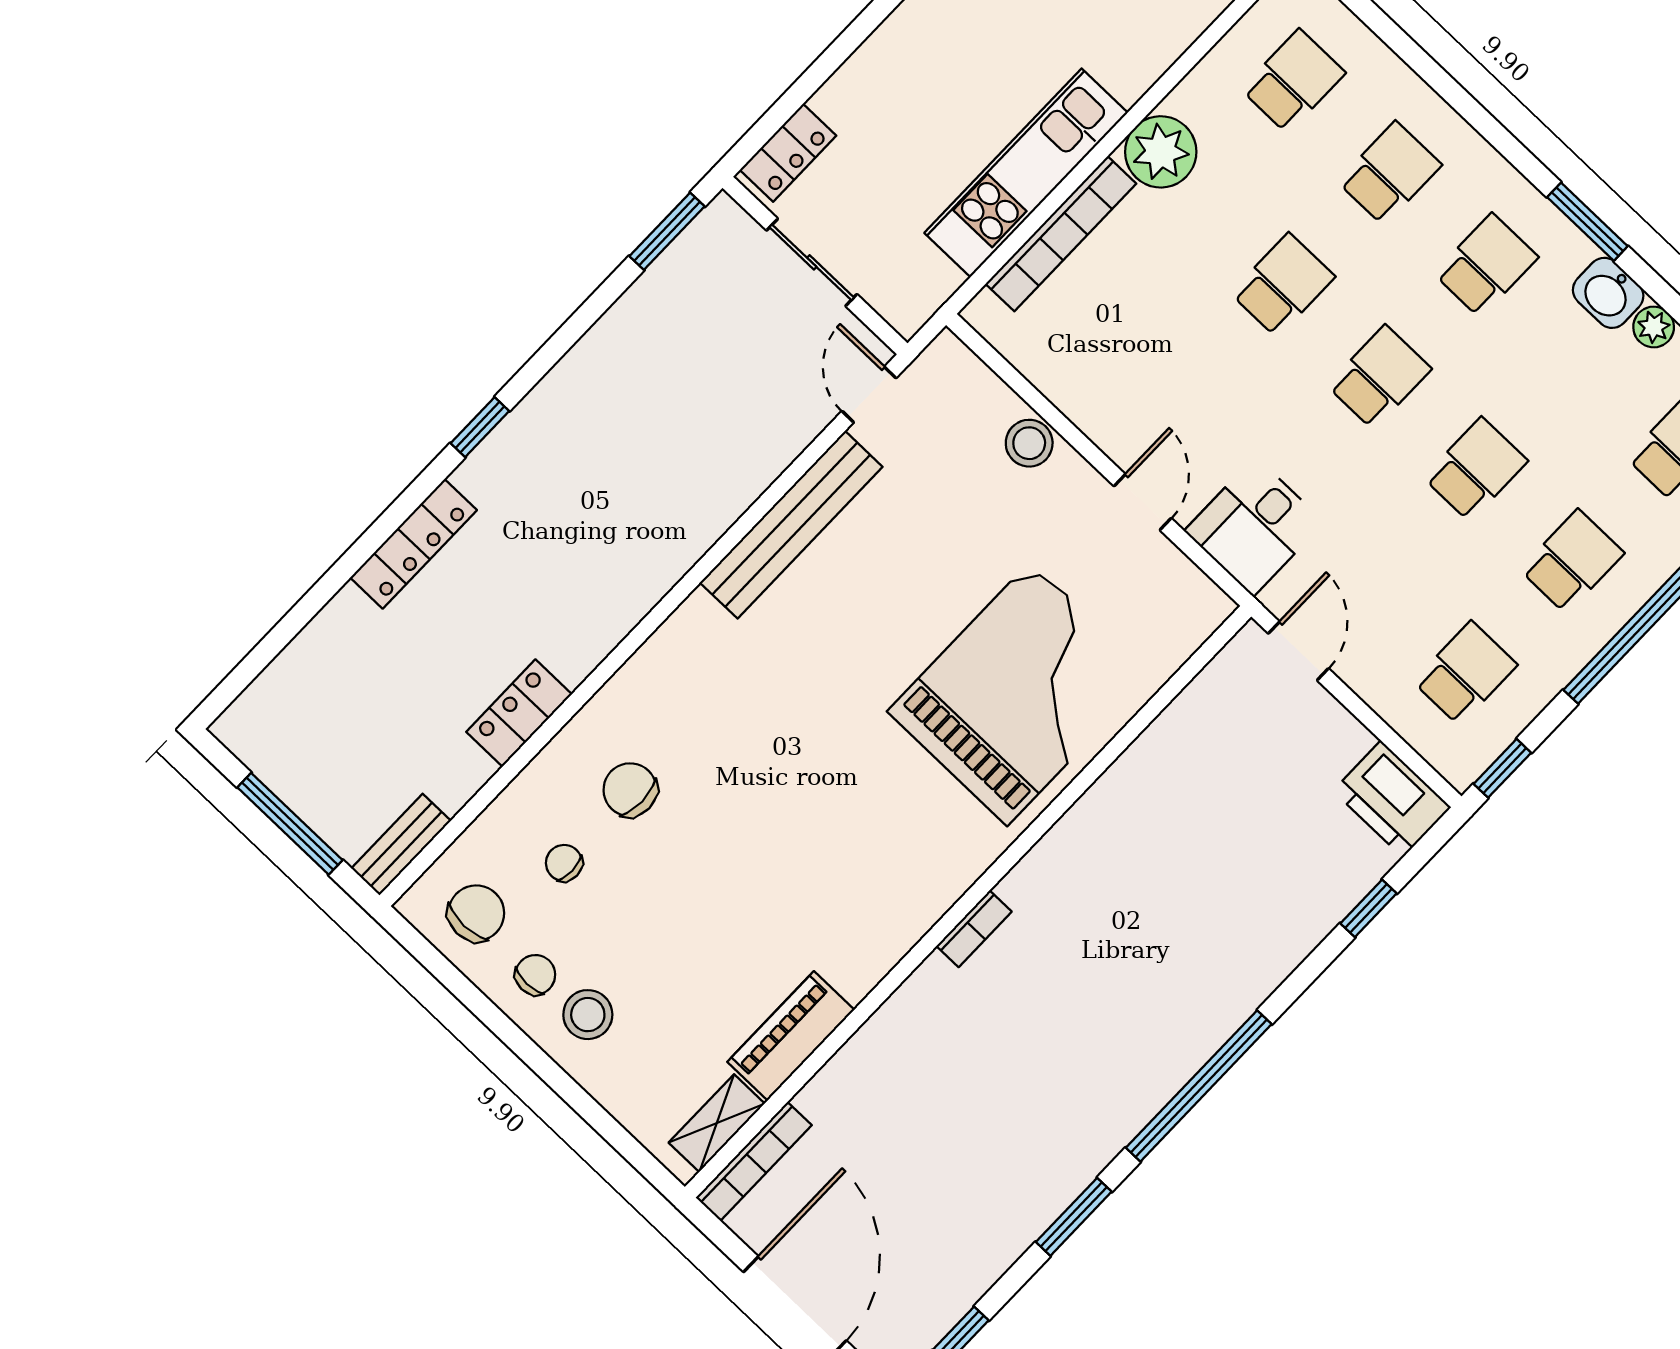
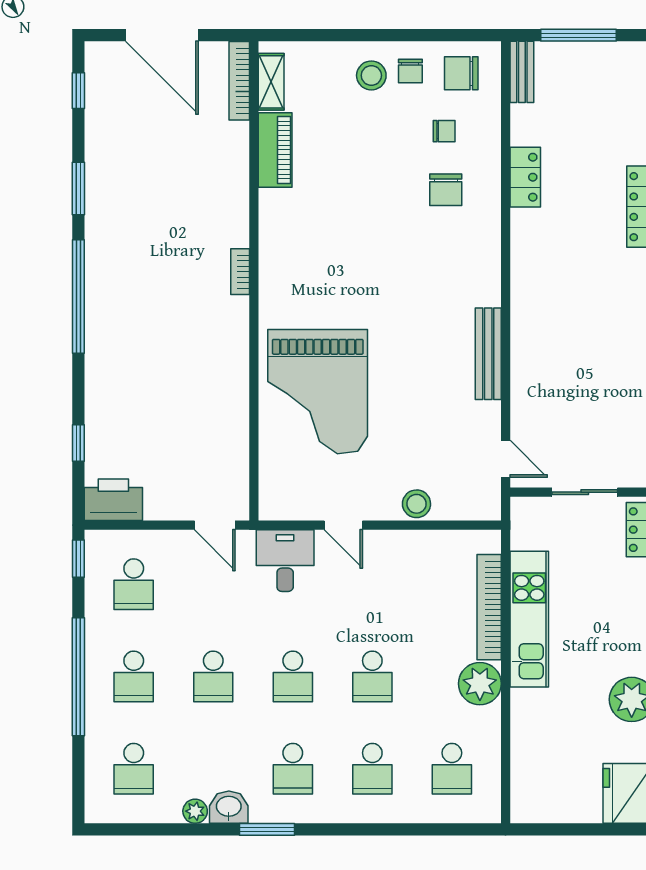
bench: (791, 525) -> (488, 354), width x0.73, depth x0.82
chair: (630, 790) -> (446, 190), turned 90
chair: (476, 913) -> (461, 73), turned 90

